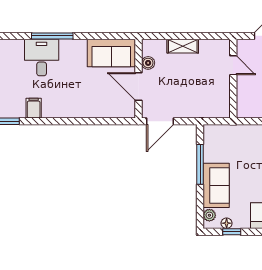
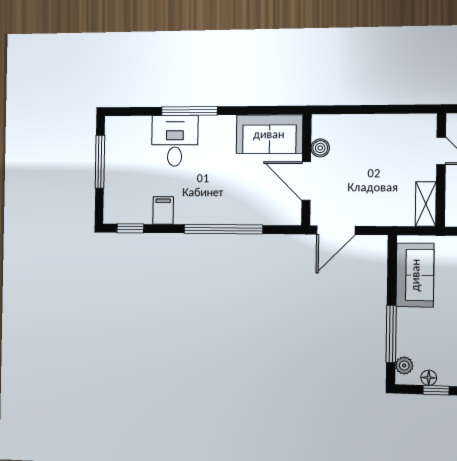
shelving: (183, 46) -> (426, 204), moved, turned 90
window: (79, 121) -> (223, 229), added
window: (200, 164) -> (391, 334), moved
sofa: (216, 185) -> (415, 275), moved

